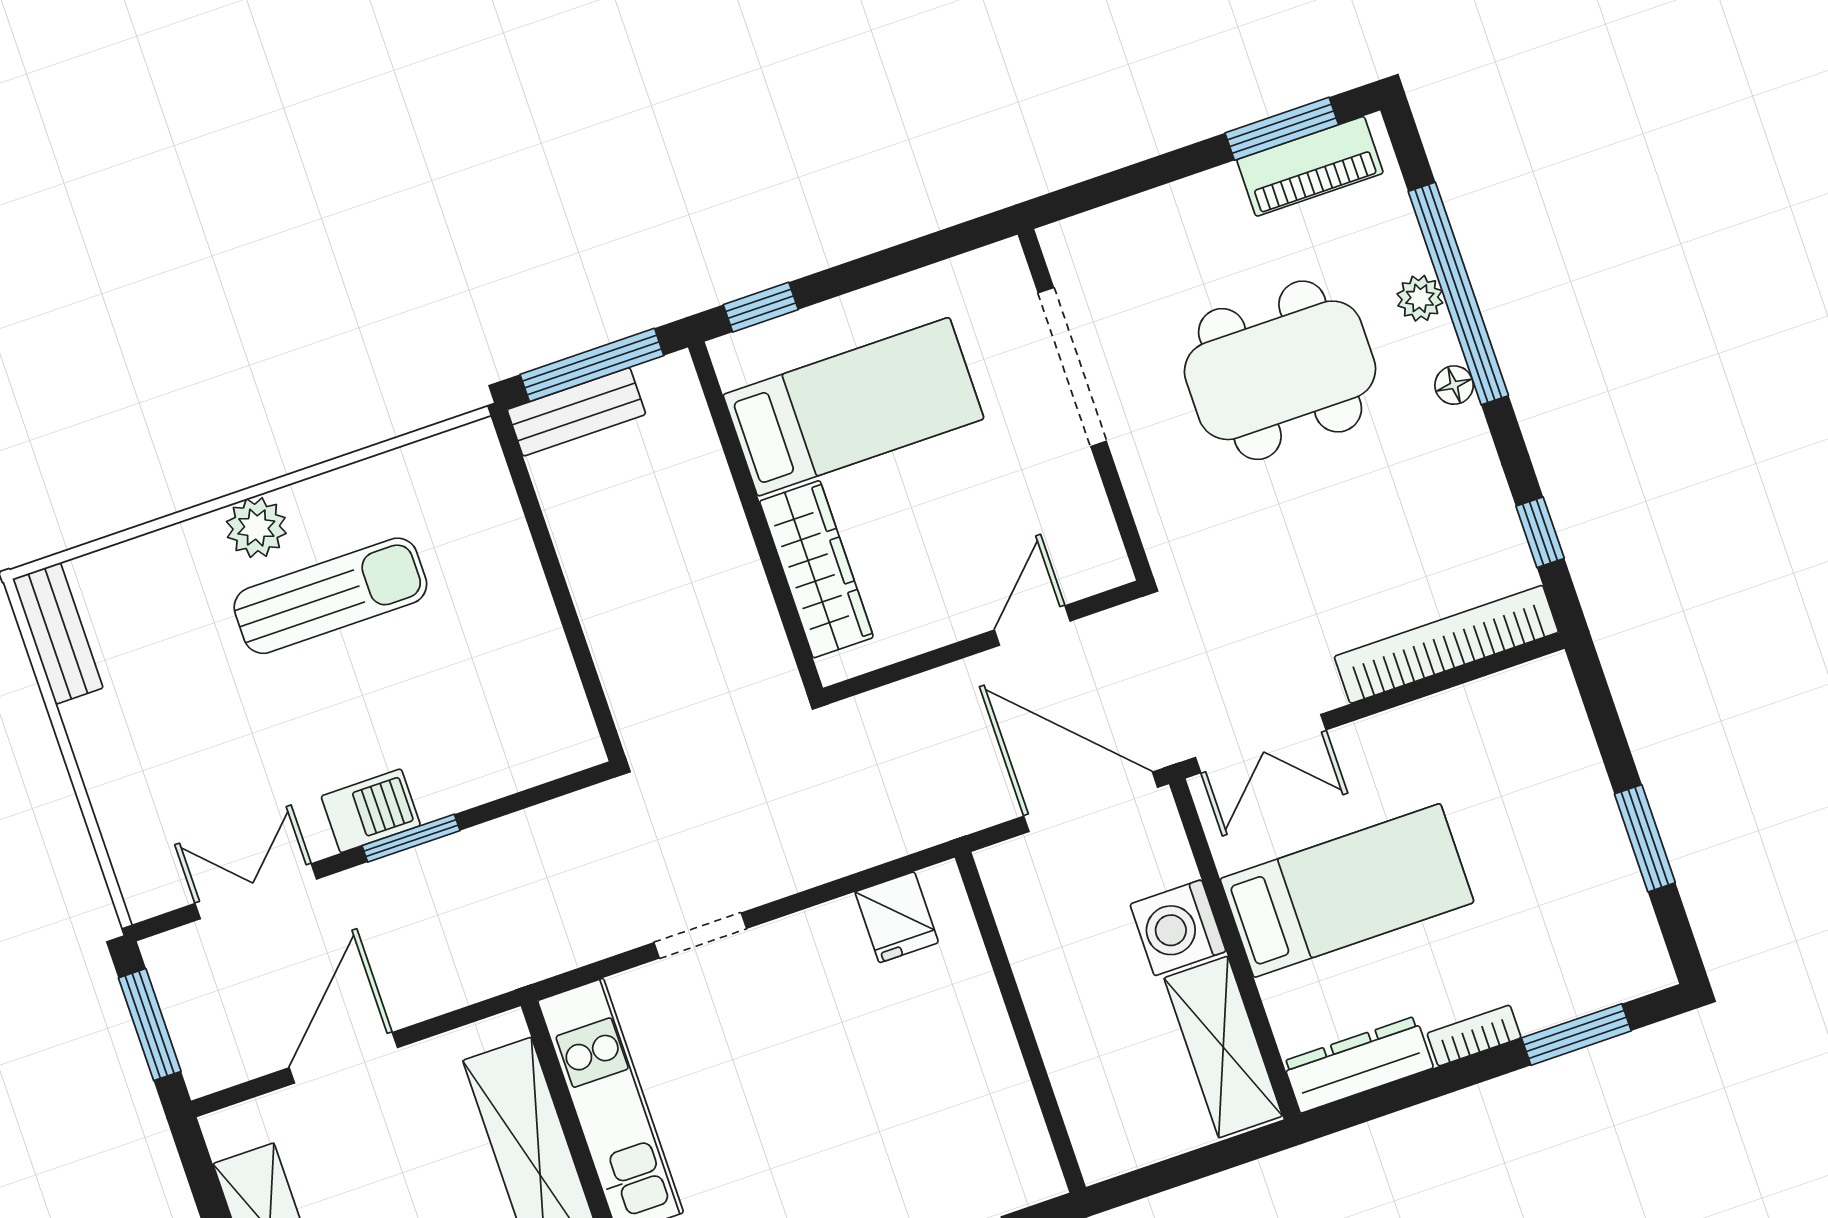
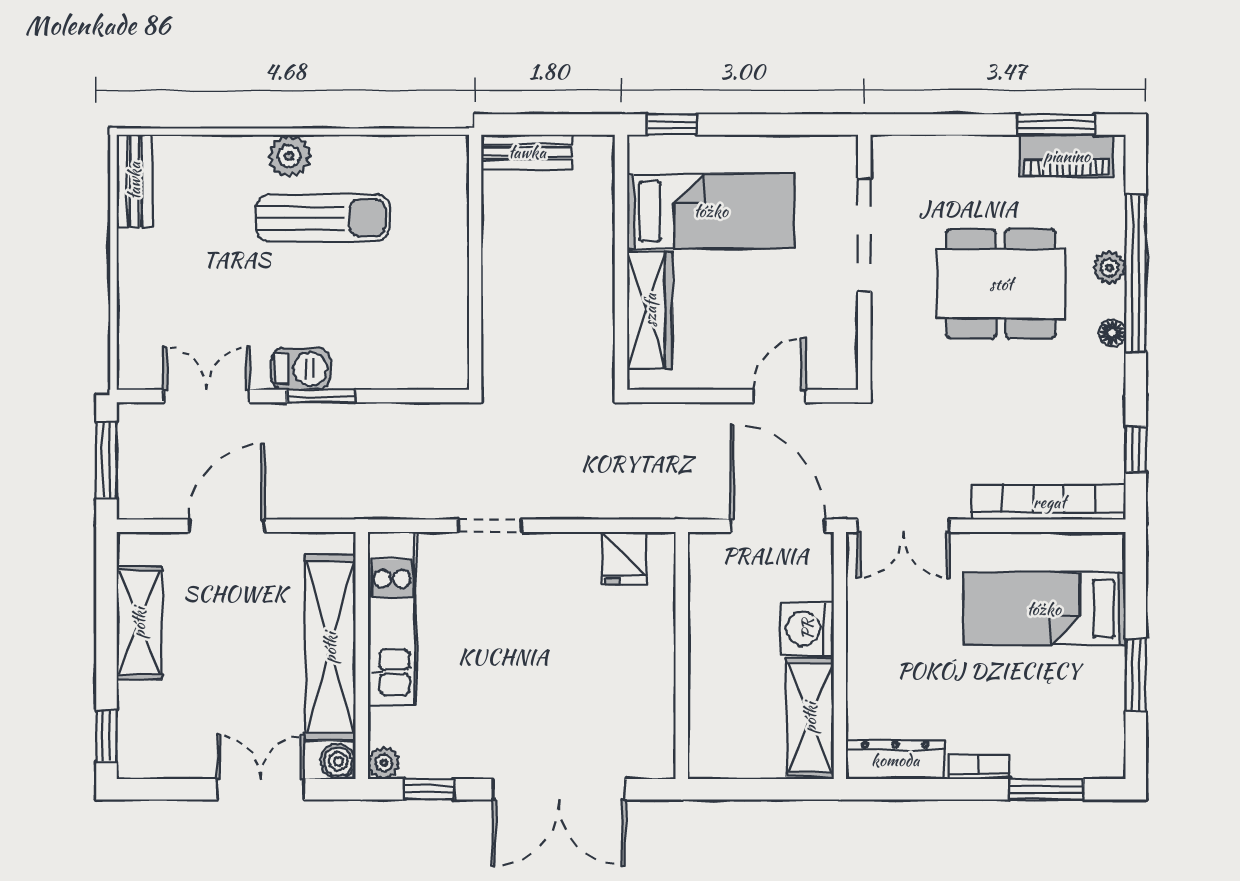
window: (592, 365) -> (548, 125), removed
bed: (1347, 890) -> (1044, 609), moved, turned 180

